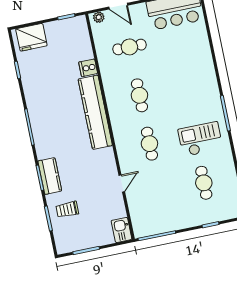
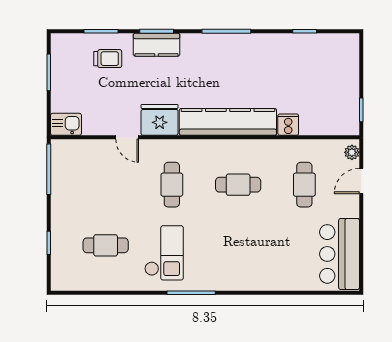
fridge: (31, 37) -> (160, 120), moved, turned 90
cafe table: (149, 144) -> (172, 185), turned 90
trolley: (67, 209) -> (108, 59), turned 90

